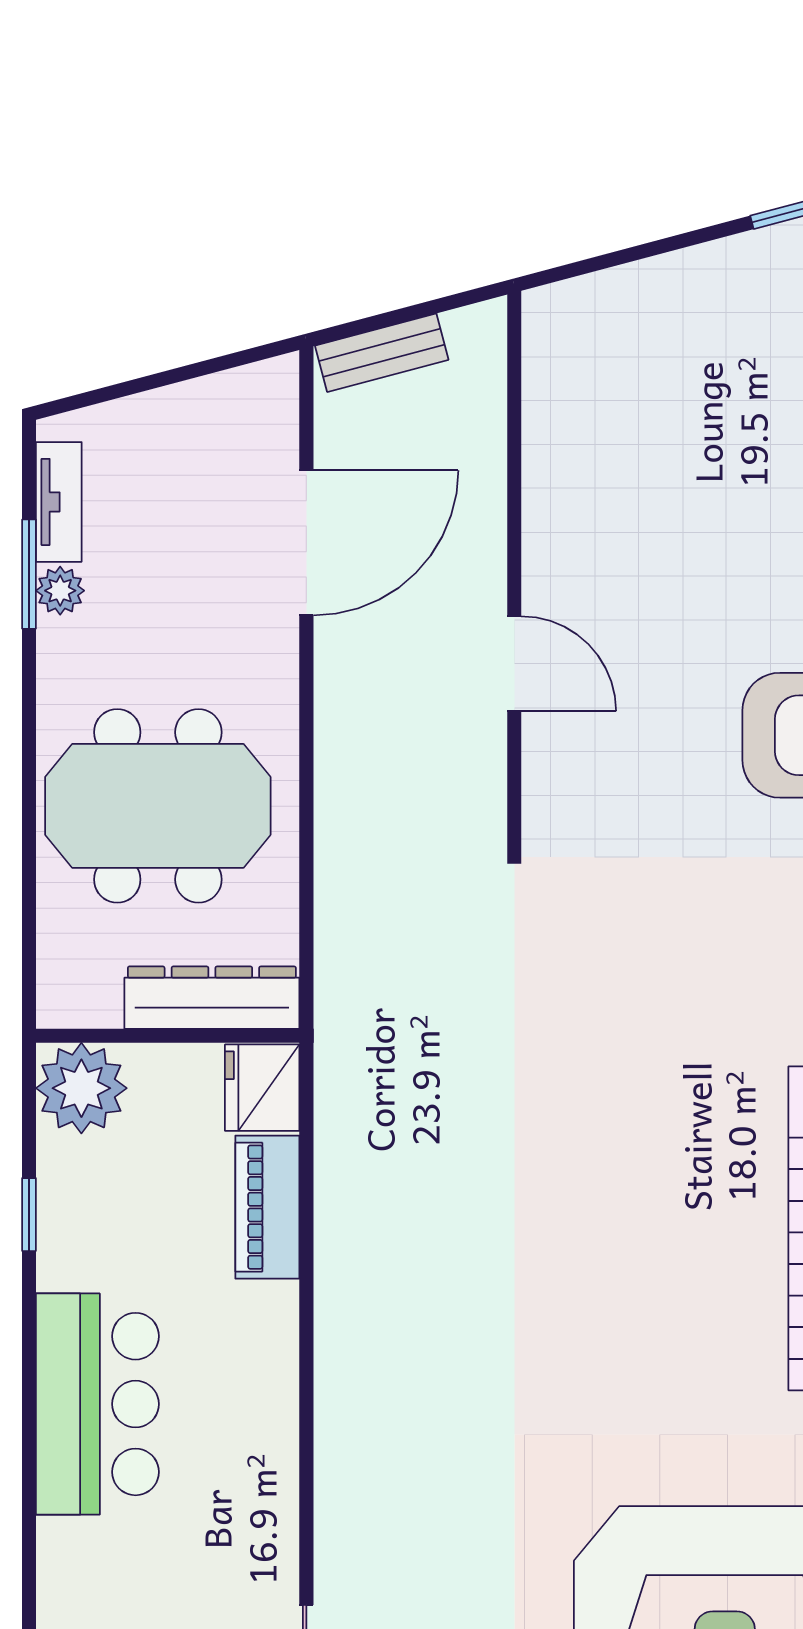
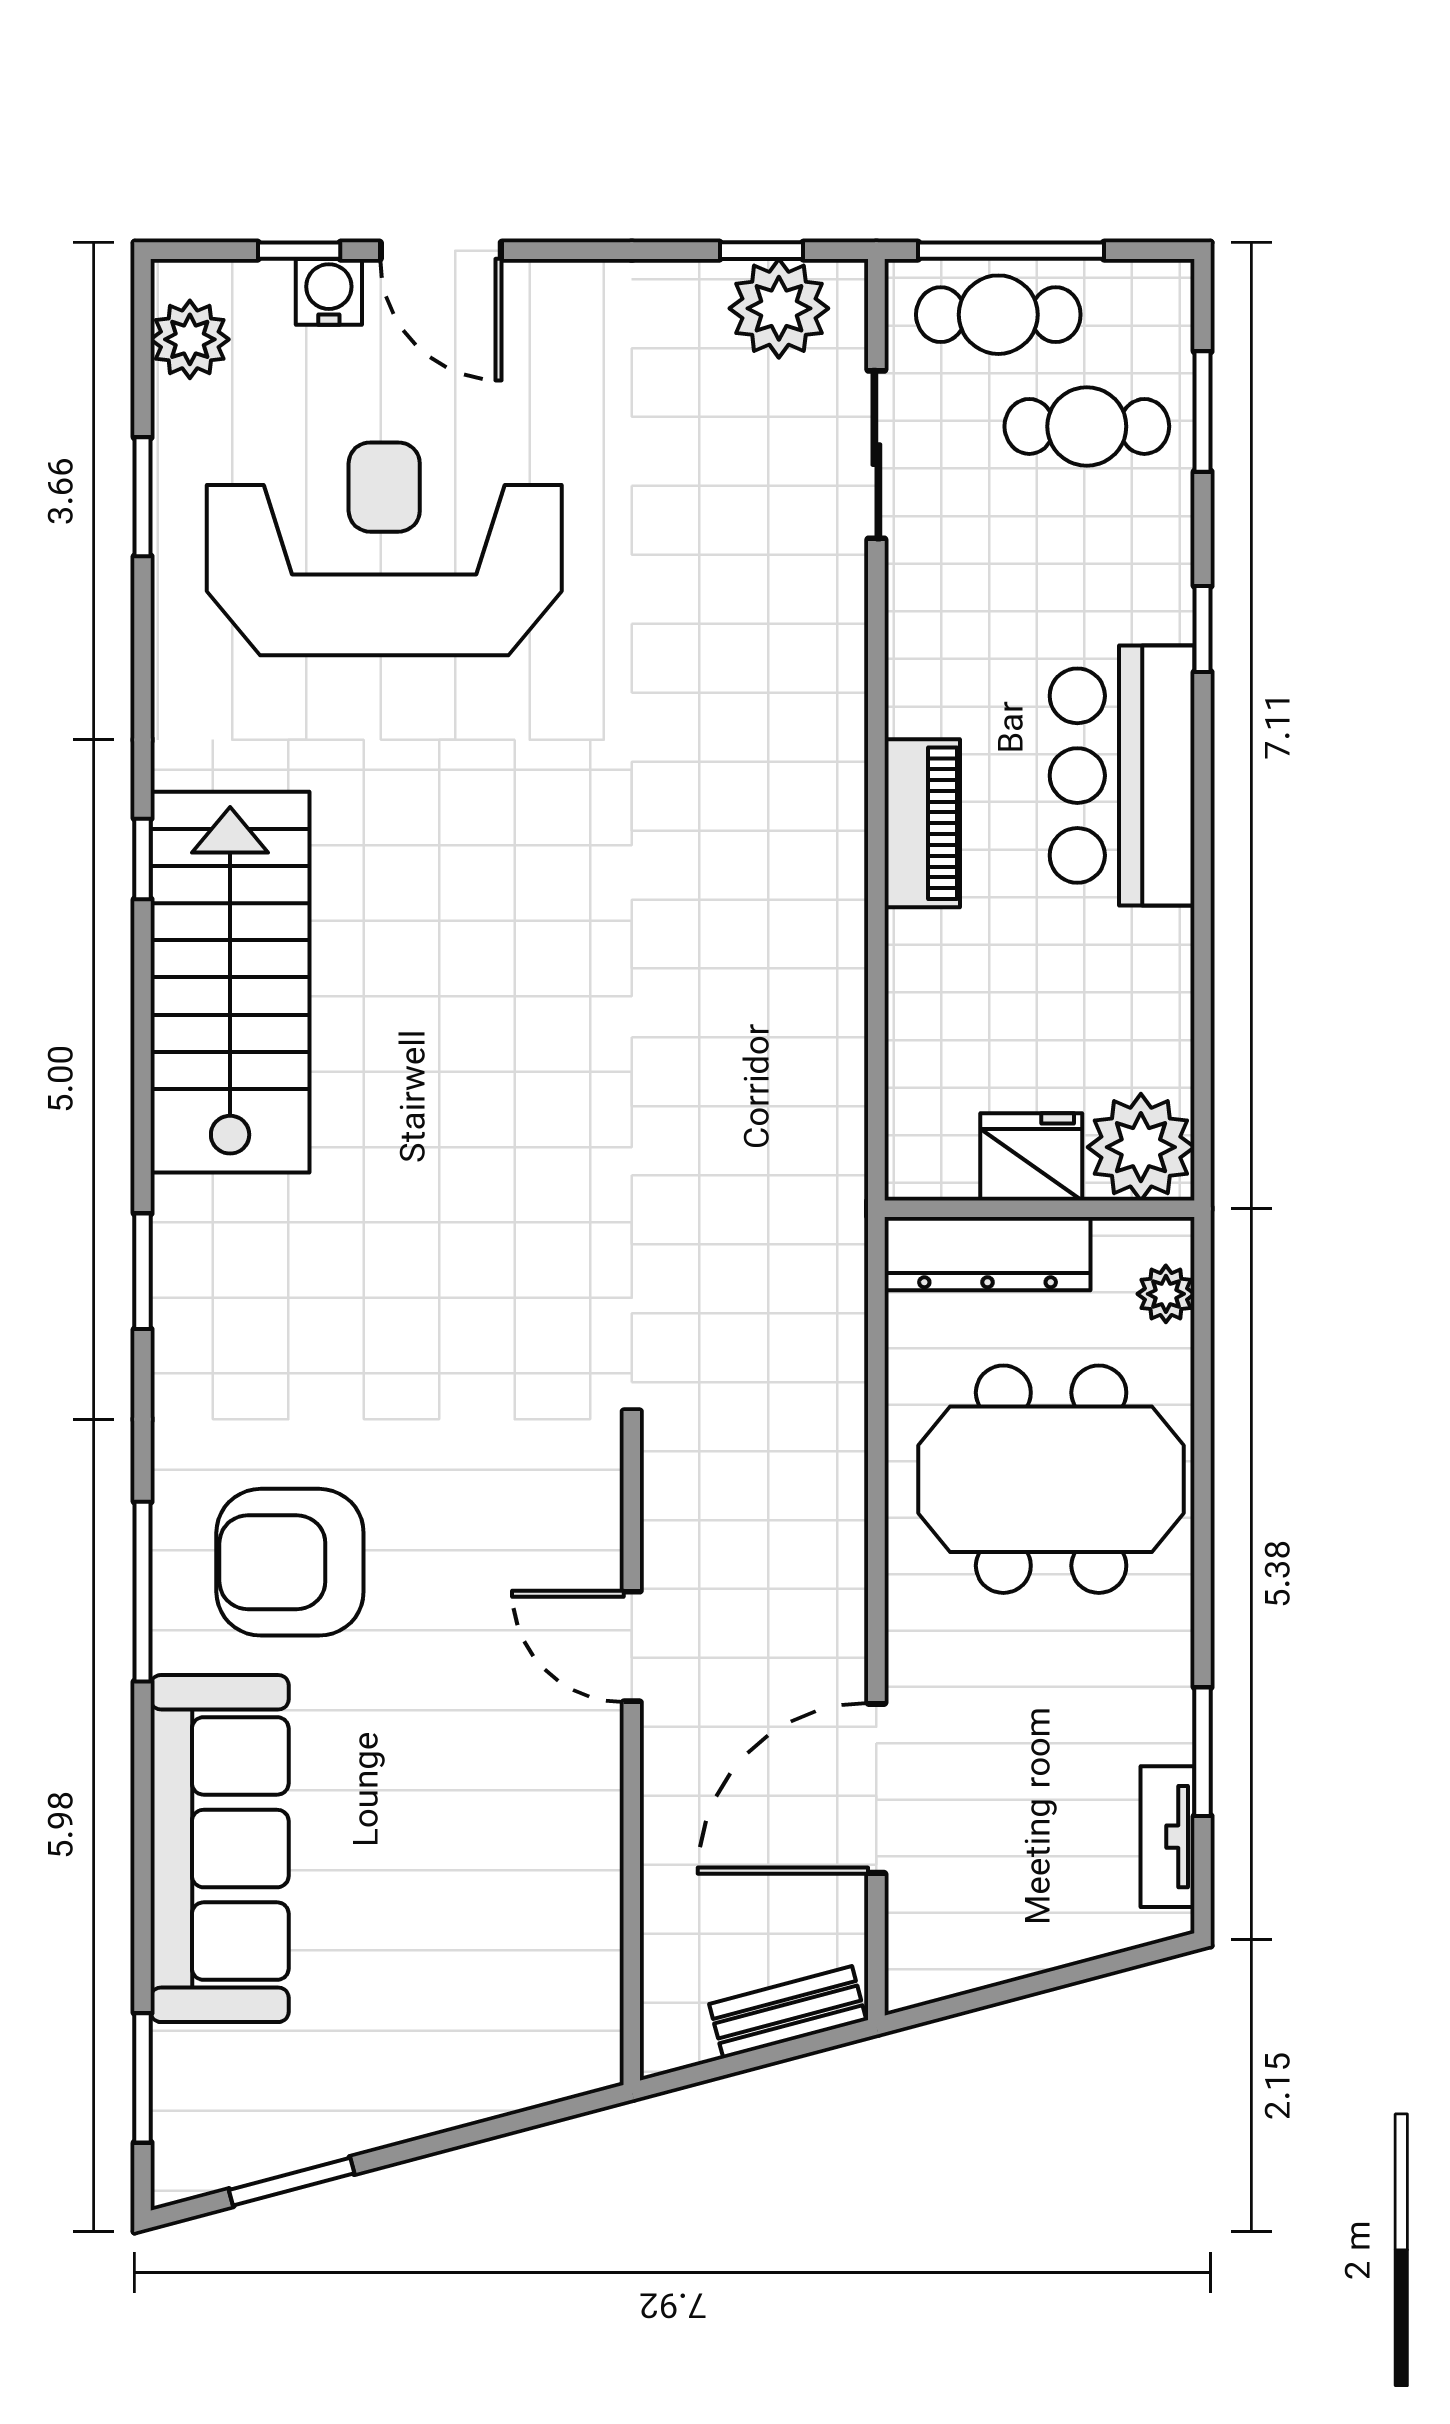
plant: (60, 591) -> (1166, 1294), moved
fridge: (262, 1088) -> (1031, 1157), moved, turned -90
piano: (267, 1207) -> (922, 823), moved
window: (29, 1215) -> (1203, 629), moved

